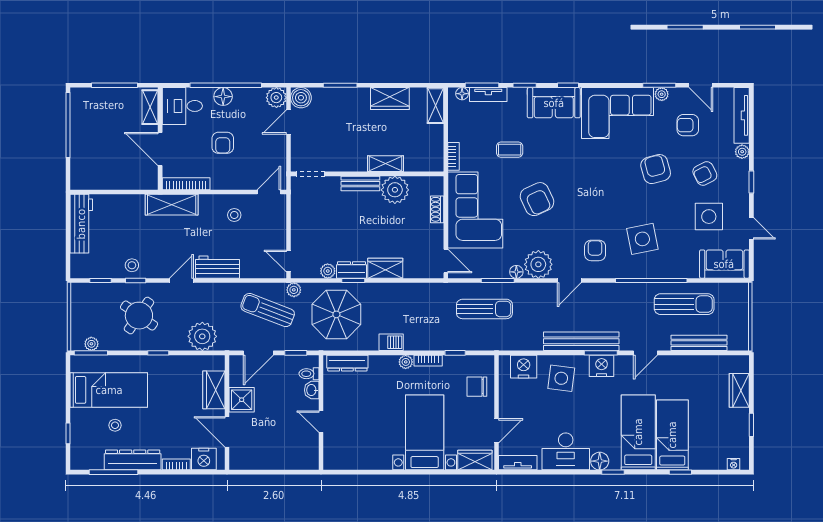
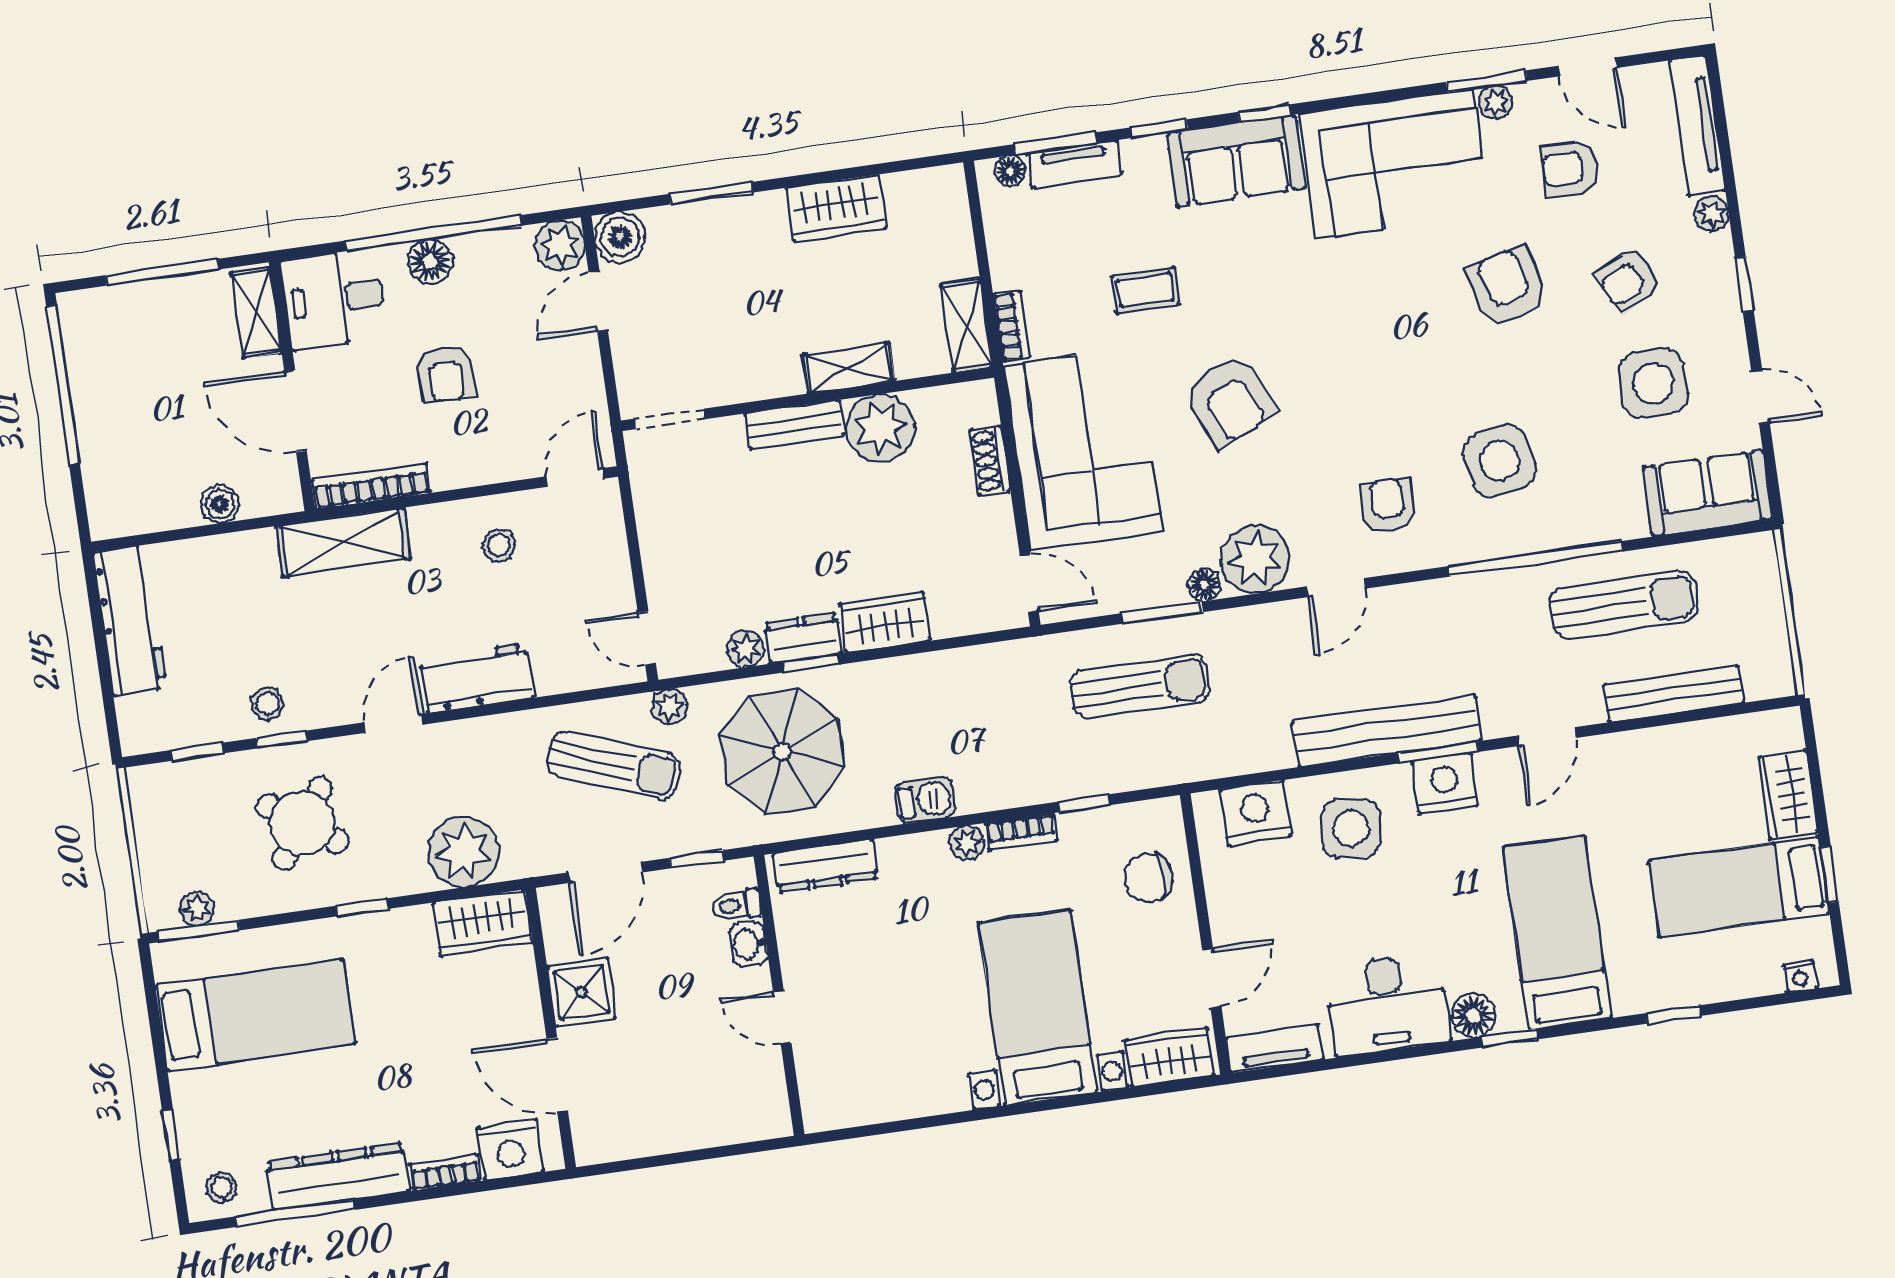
shelving: (435, 106) -> (966, 326), moved
boiler: (124, 182) -> (220, 504), added
sun lounger: (268, 310) -> (613, 765), turned 180
wardrobe: (214, 390) -> (483, 923), moved, turned -90
stool: (115, 425) -> (222, 1188), moved
bed: (672, 435) -> (1739, 887), moved, turned -90

